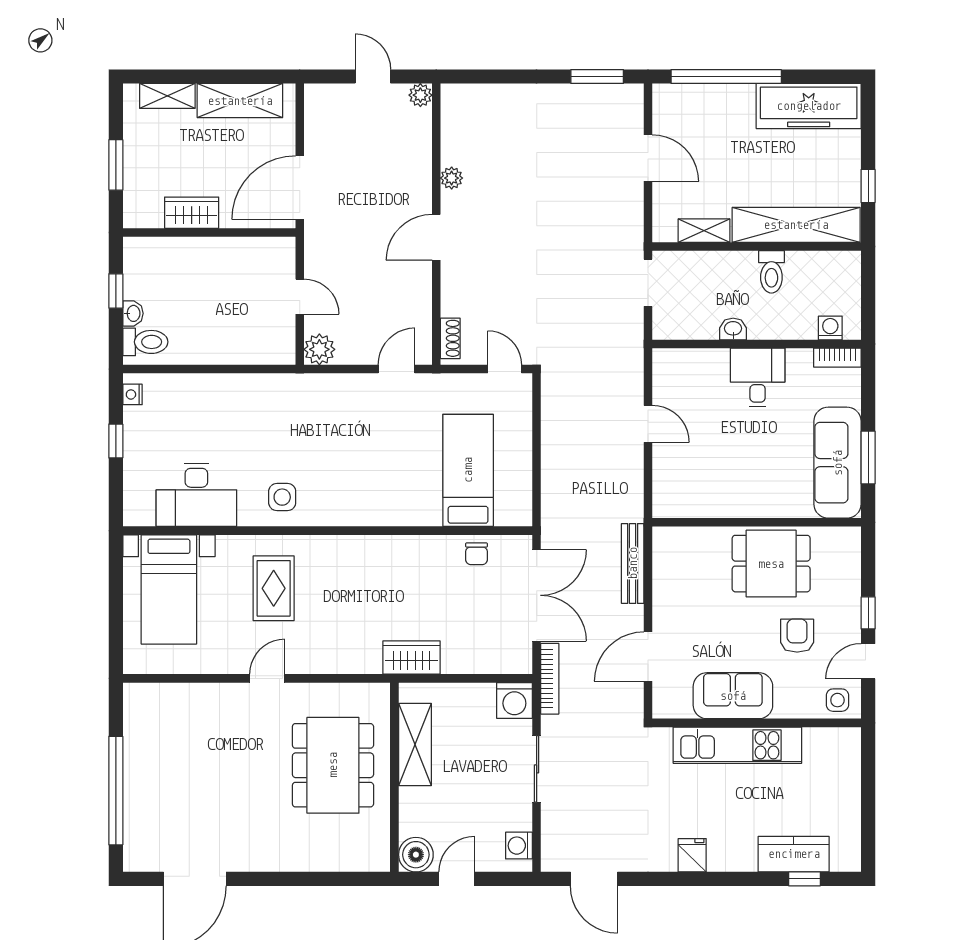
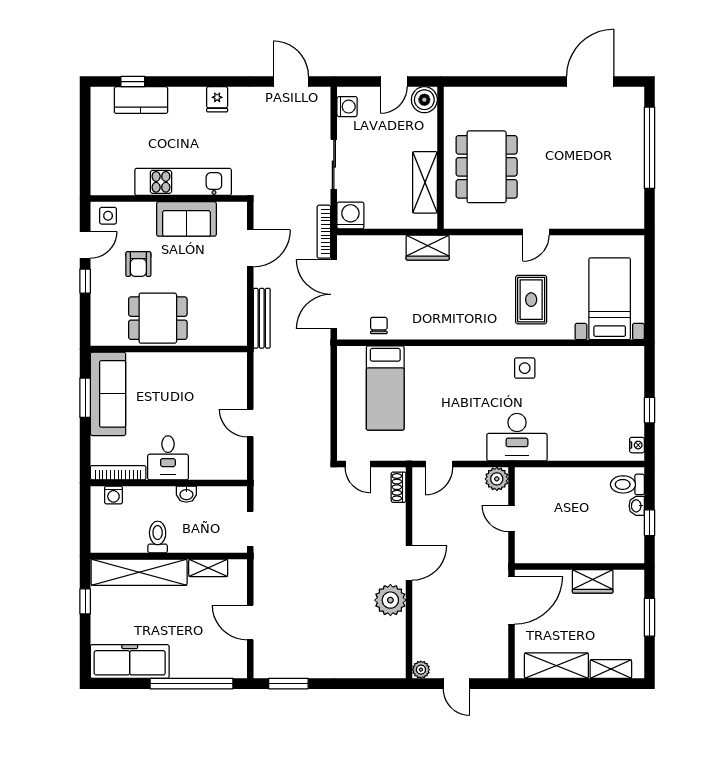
plant: (452, 178) -> (390, 600), width x1.88, depth x1.88
bookcase: (837, 358) -> (118, 473), width x1.56
desk: (196, 495) -> (517, 437), moved, turned 180

